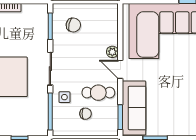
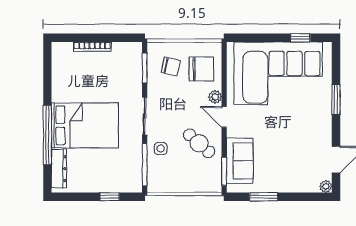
cafe table: (98, 93) -> (199, 143), turned 42
sofa: (134, 108) -> (240, 161), width x0.73
chair: (86, 114) -> (201, 69), moved, width x1.87, depth x1.87

